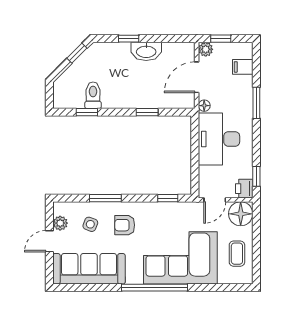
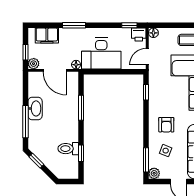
window: (129, 39) -> (25, 122), width x2.17
filing cabinet: (243, 67) -> (47, 36), width x2.00
window: (147, 112) -> (81, 108), width x1.50
window: (105, 198) -> (146, 160), moved
door: (215, 200) -> (147, 57), swing flipped
floor lamp: (241, 214) -> (153, 33), width x0.53, depth x0.53
plant: (60, 223) -> (154, 173), moved

